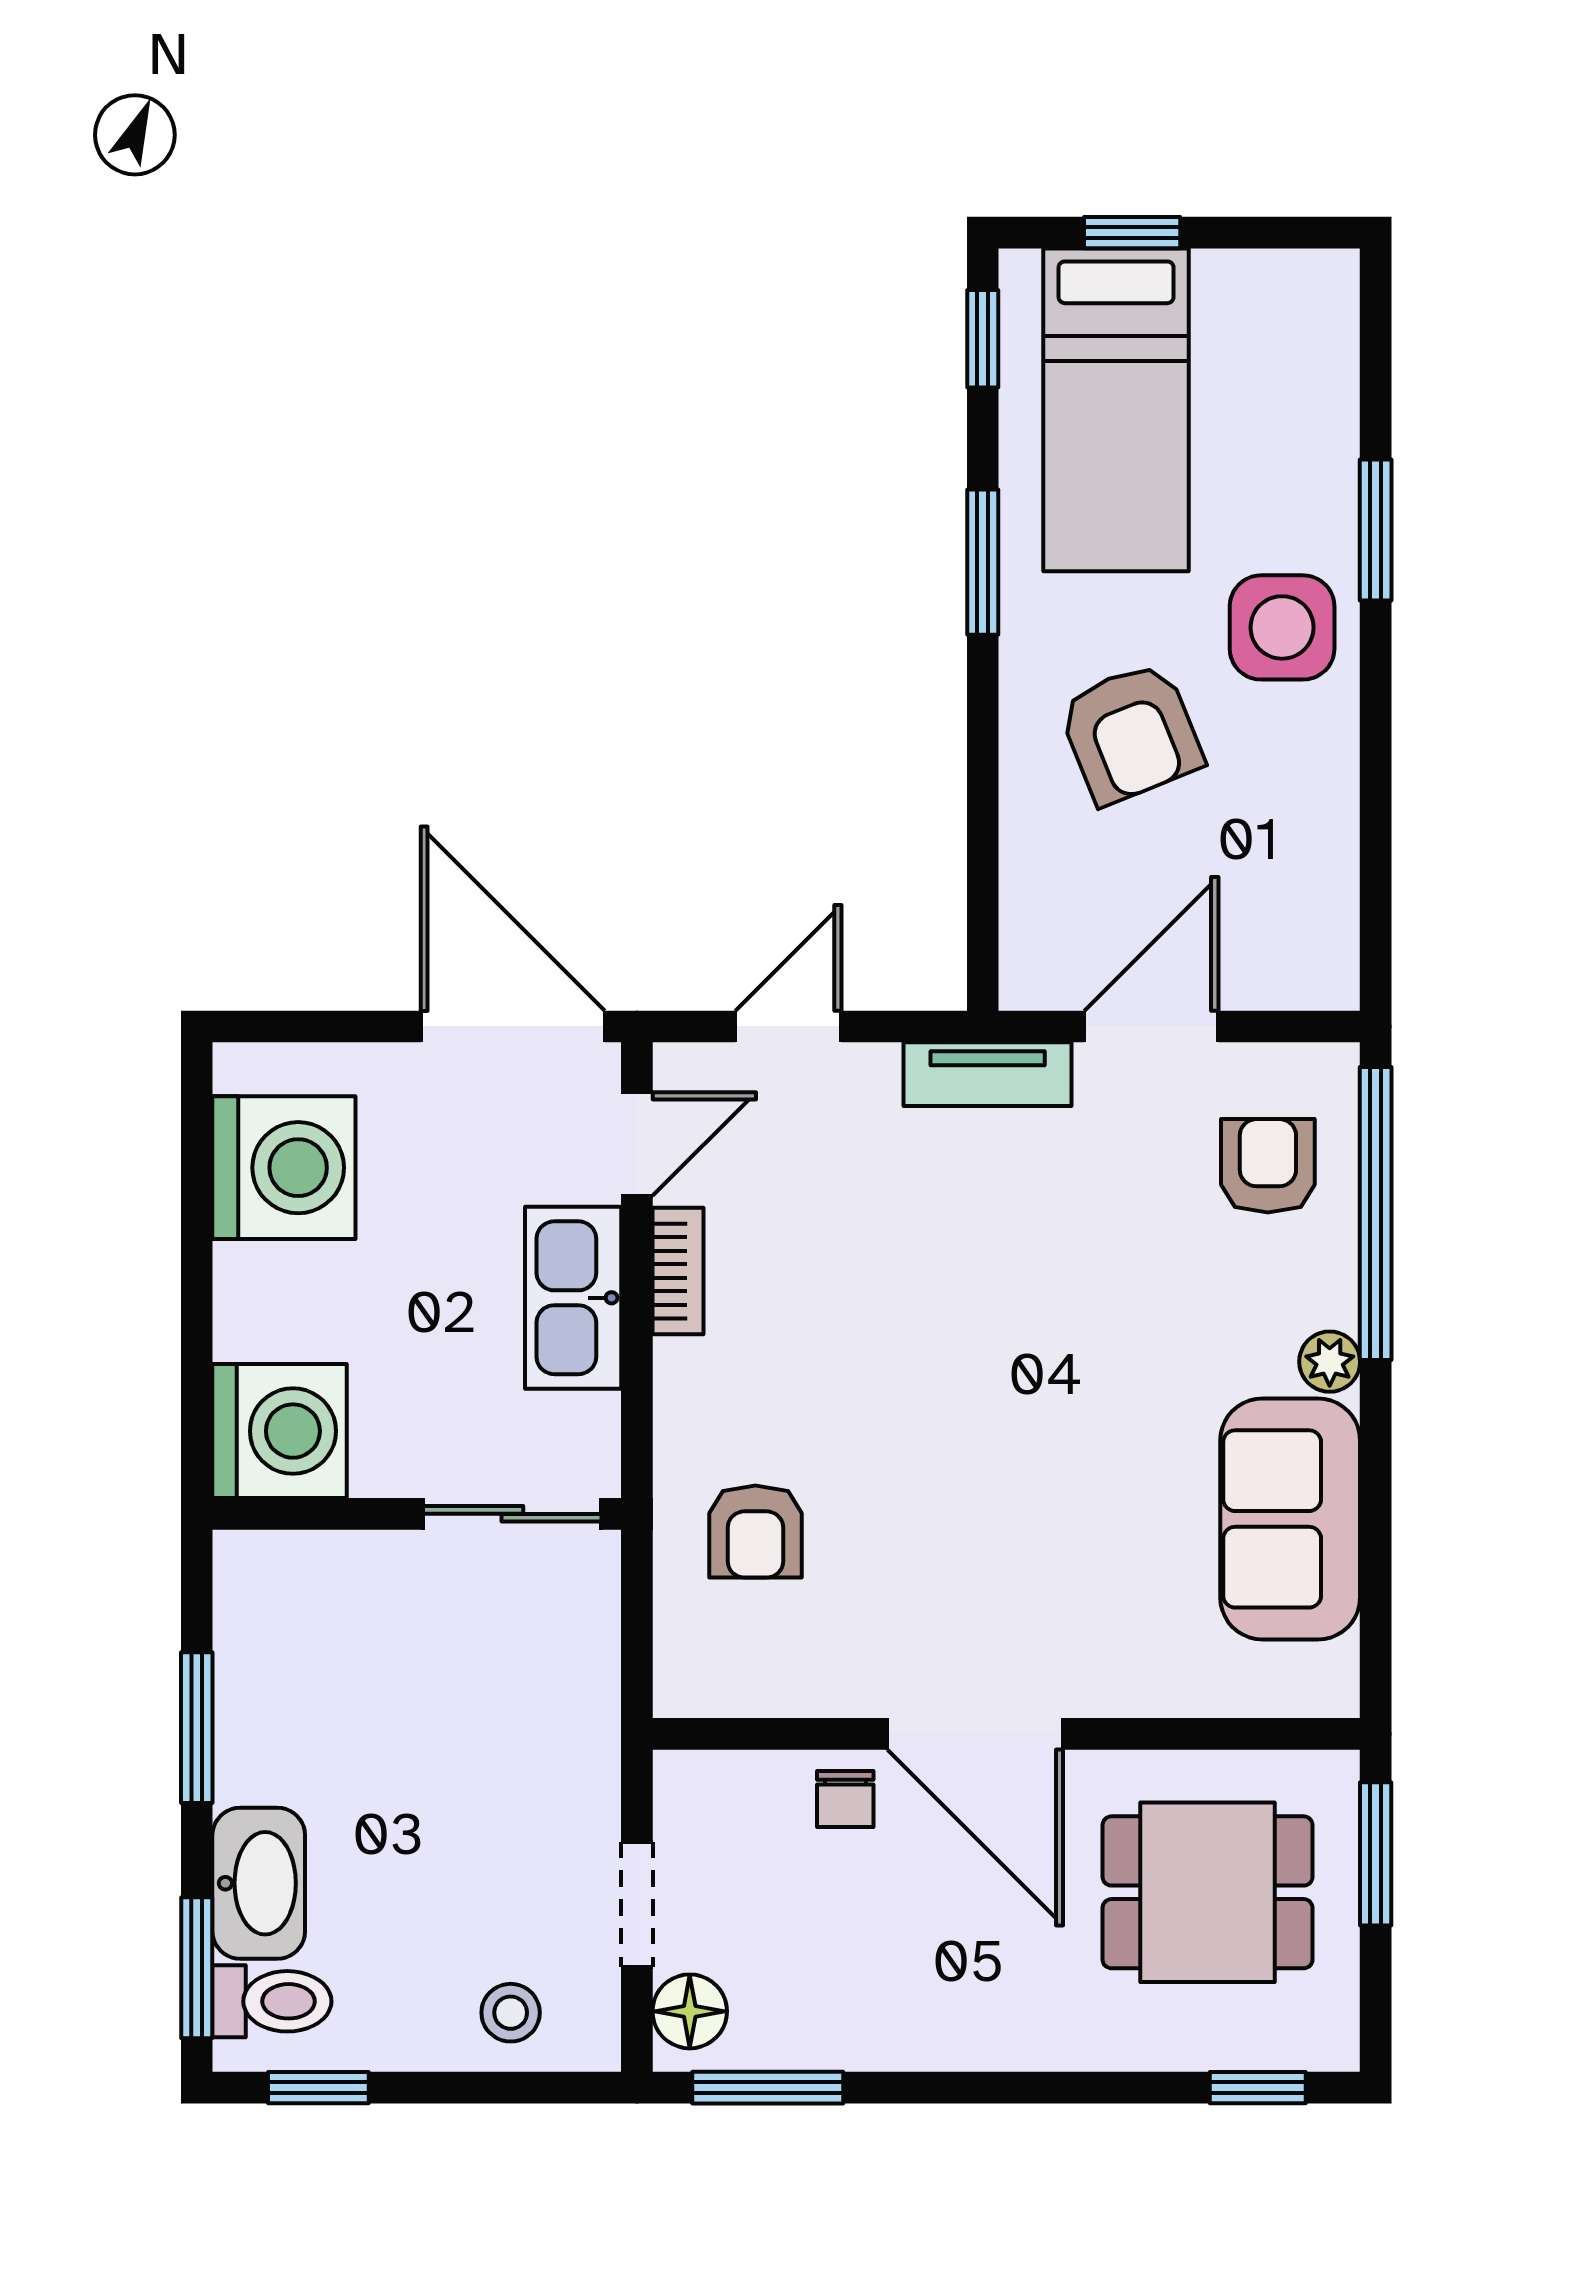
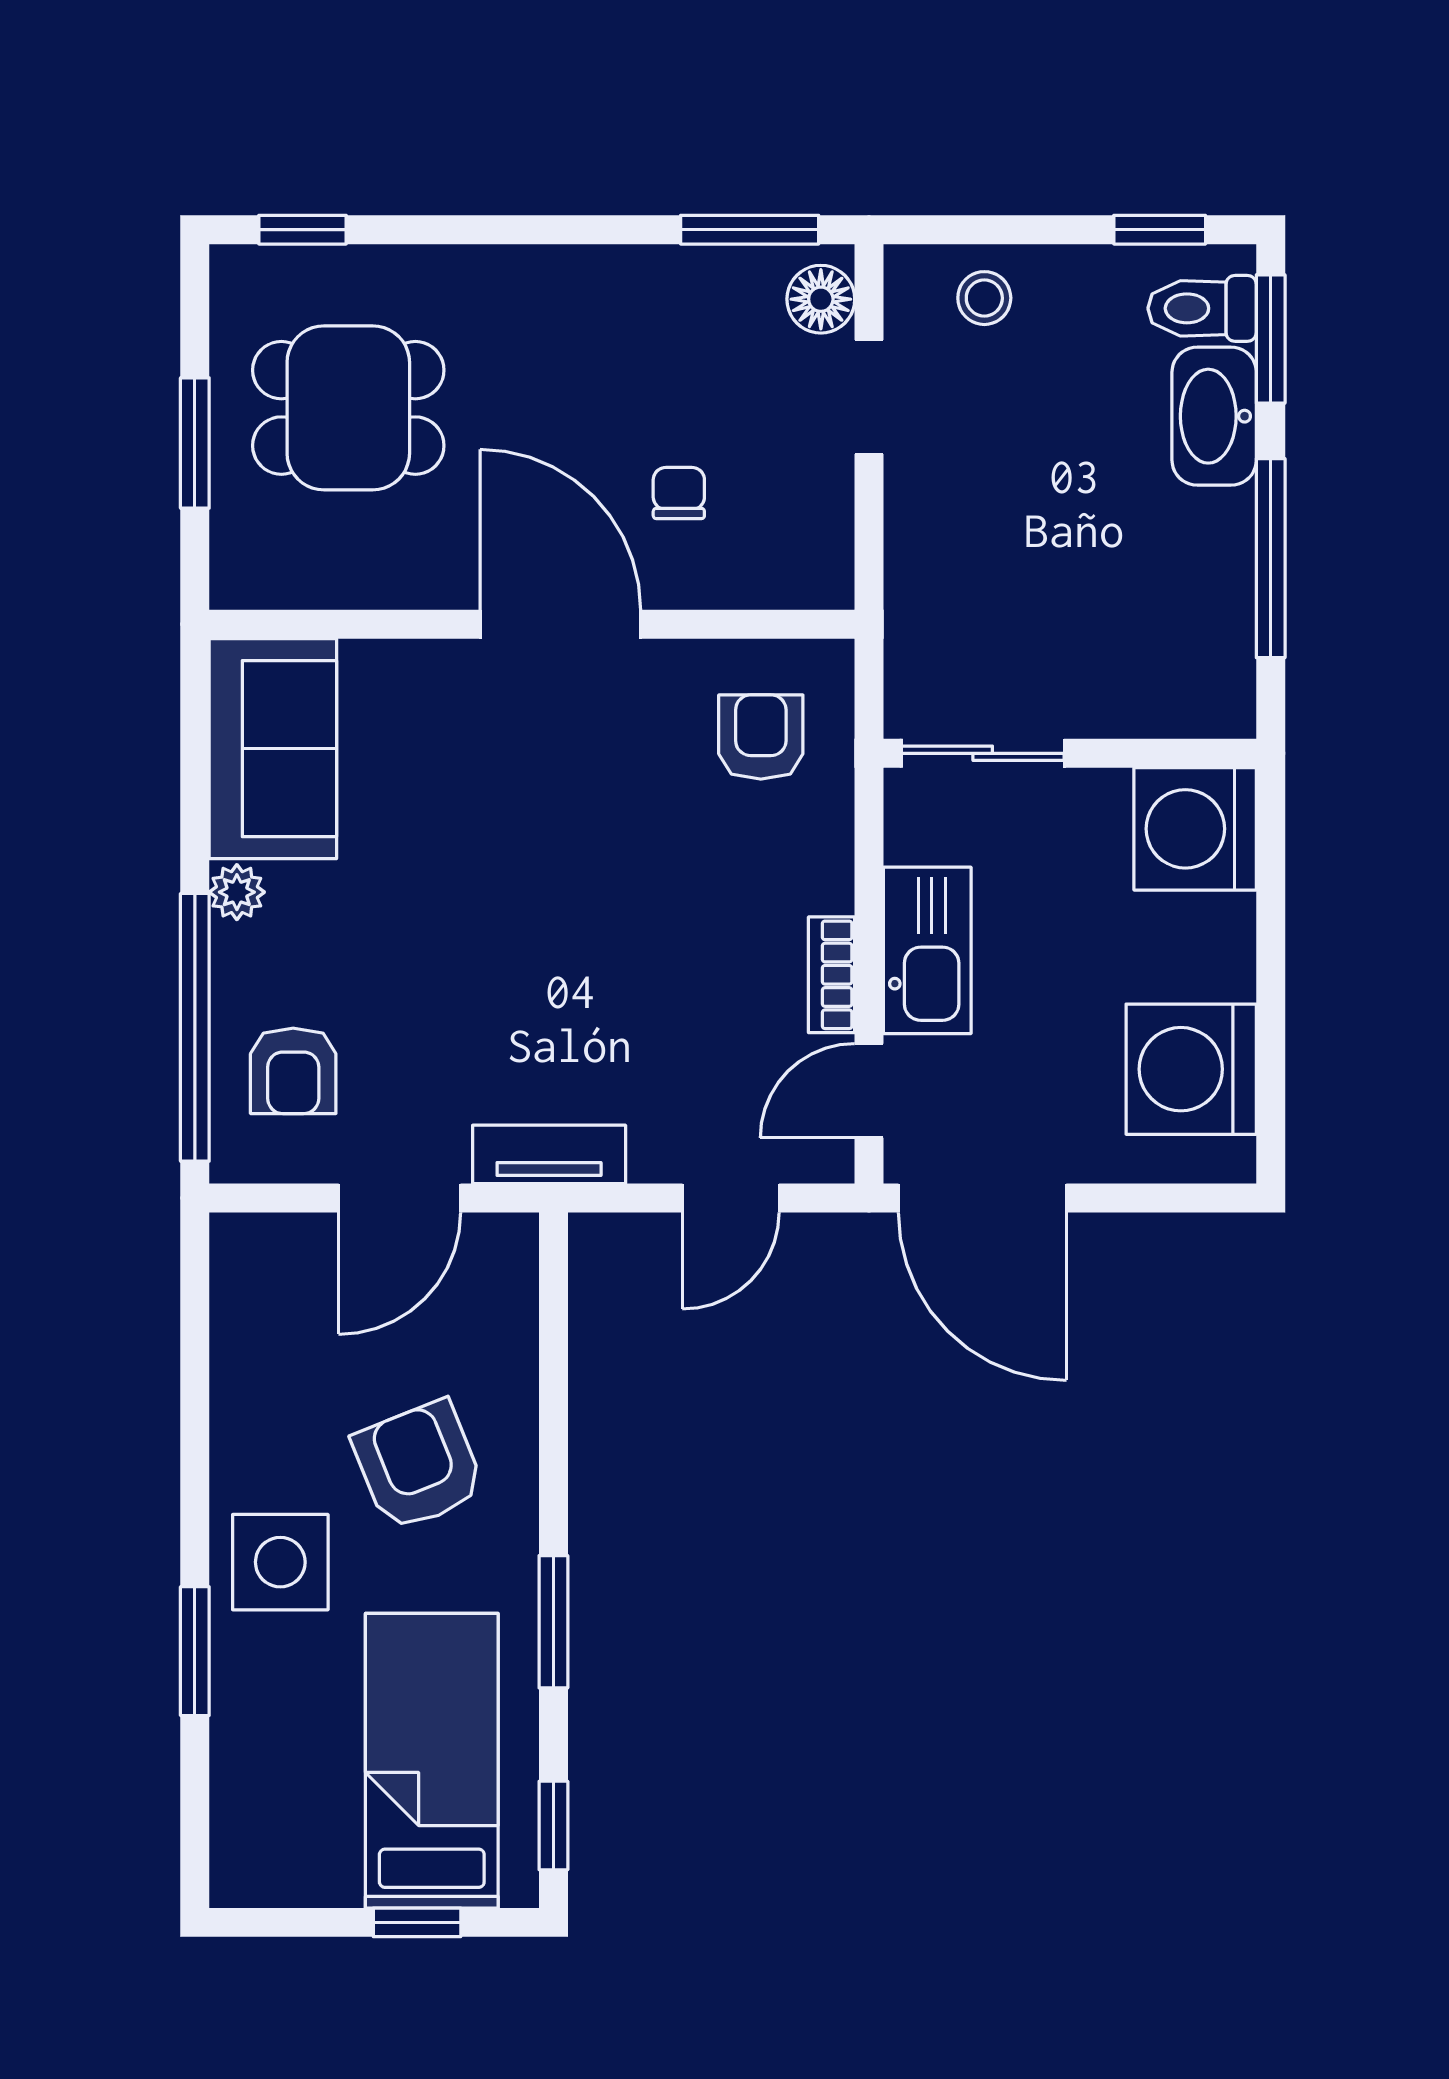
window: (197, 1728) -> (1271, 558), width x1.44
door: (975, 1734) -> (560, 624), moved
wall: (1006, 1734) -> (532, 624), moved

